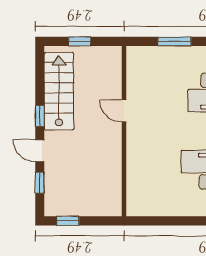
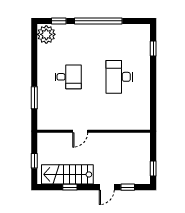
window: (40, 116) -> (70, 187), moved

